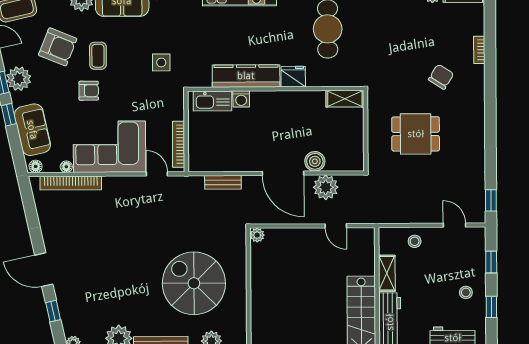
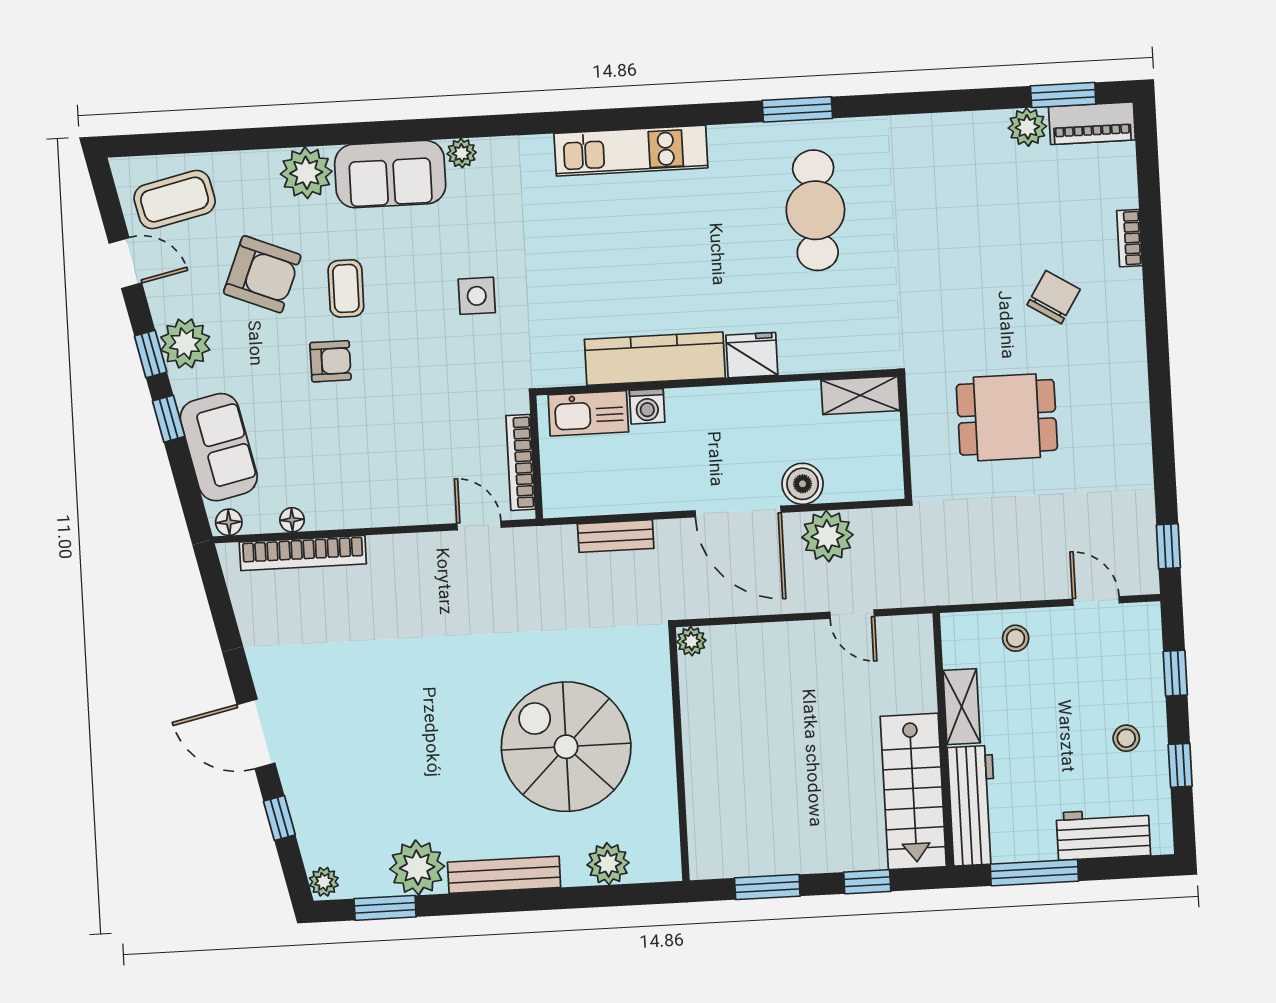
kitchen counter: (246, 76) -> (655, 359), moved
fridge: (293, 77) -> (752, 355), moved
wall: (276, 89) -> (717, 382), moved
washing machine: (241, 99) -> (647, 406), moved
shelving: (345, 99) -> (860, 395), moved
kitchen sink: (212, 101) -> (588, 413), moved
corner sofa: (110, 147) -> (379, 474), removed

